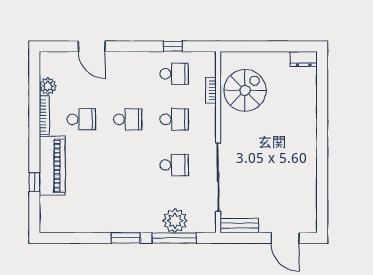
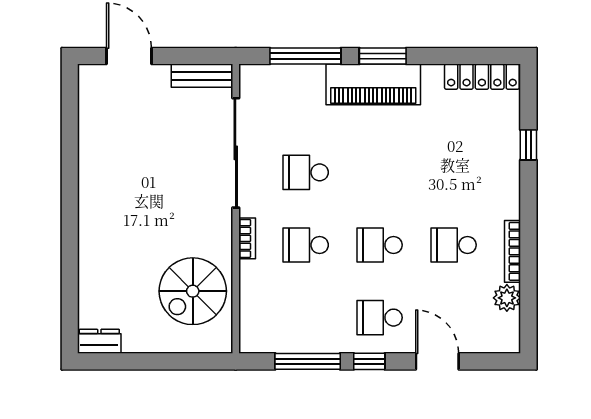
window: (134, 46) -> (369, 361), added
window: (173, 46) -> (308, 361), width x2.17
school desk: (174, 74) -> (380, 318), moved
bookcase: (211, 91) -> (247, 238), moved
piano: (52, 166) -> (373, 84), moved, turned -90
plant: (175, 221) -> (304, 84), removed
locker: (63, 225) -> (482, 77), added

